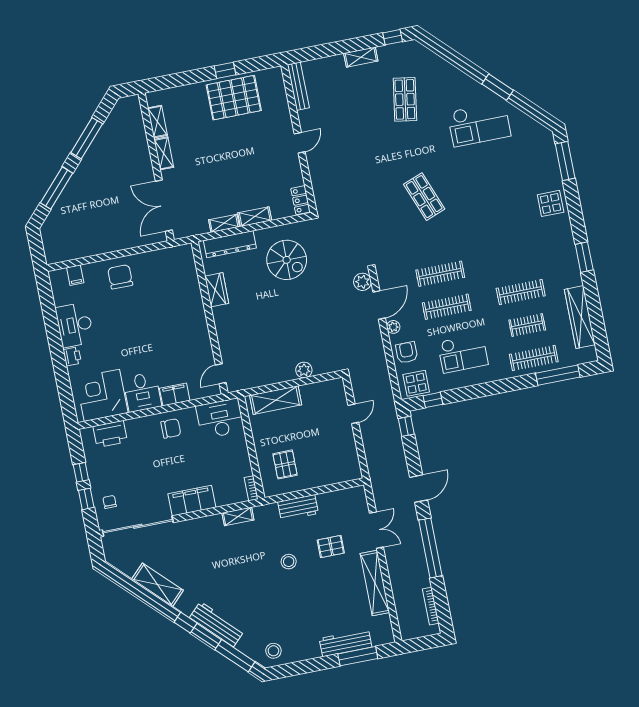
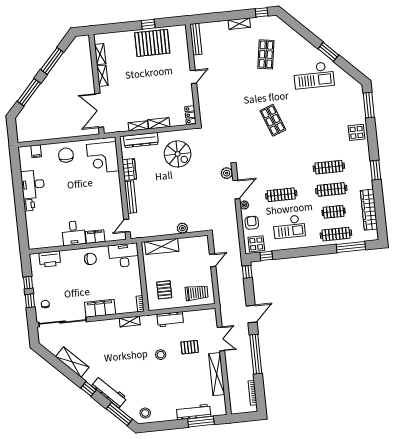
clothes rail: (440, 274) -> (329, 167), moved
bench: (222, 331) -> (131, 197), added
corner desk: (102, 395) -> (103, 158), moved, turned -90
trolley: (334, 465) -> (197, 293), added

